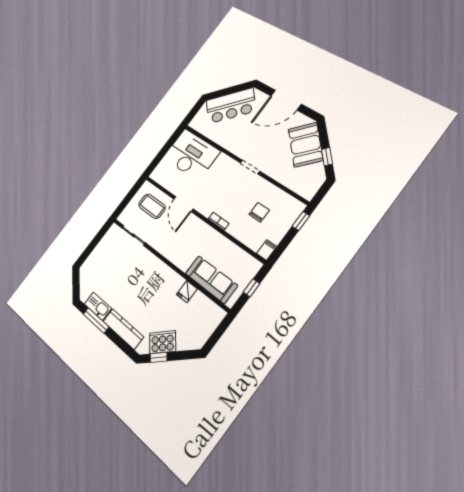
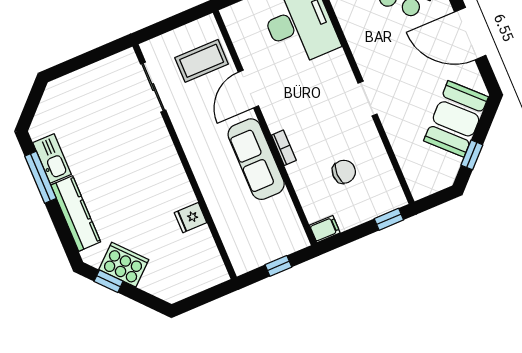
coffee table: (152, 206) -> (202, 61), turned 90
sofa: (211, 279) -> (256, 159), moved, turned 180

